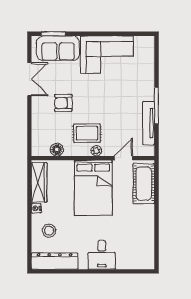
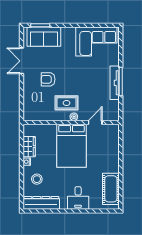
corner sofa: (107, 55) -> (96, 42), moved
double door: (29, 79) -> (22, 61), swing flipped
tv unit: (149, 123) -> (115, 83), moved
floor lamp: (57, 150) -> (43, 116), removed
wardrobe: (39, 182) -> (29, 147), width x0.67
cot: (144, 183) -> (111, 189), moved

